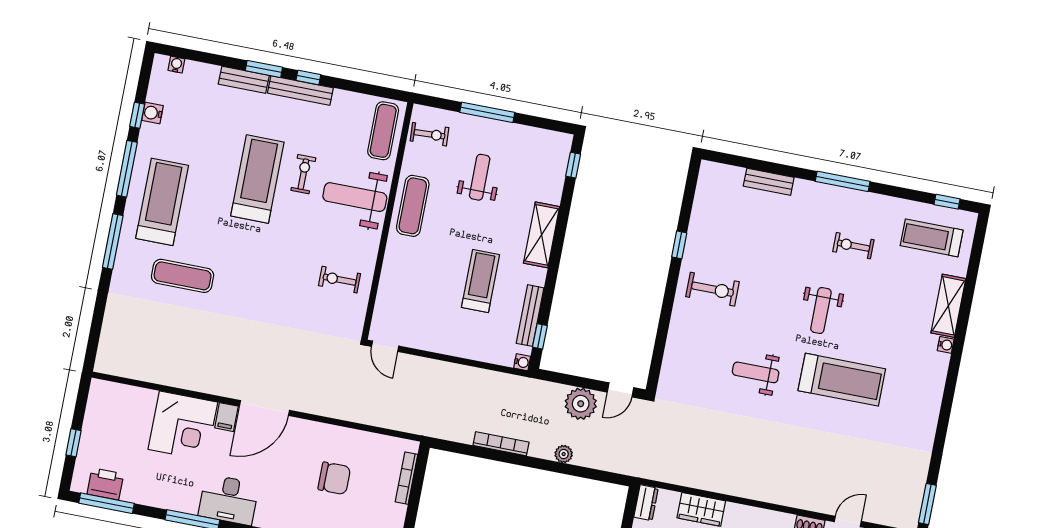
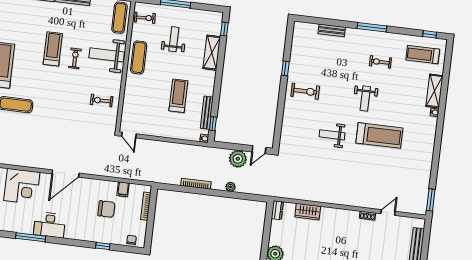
exercise bike: (303, 174) -> (75, 58), moved
treadmill: (257, 179) -> (53, 49), width x0.73, depth x0.73
shelving: (542, 235) -> (212, 53), moved
filing cabinet: (226, 417) -> (123, 189), moved

